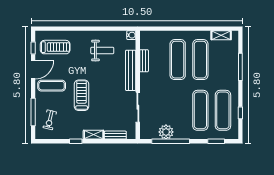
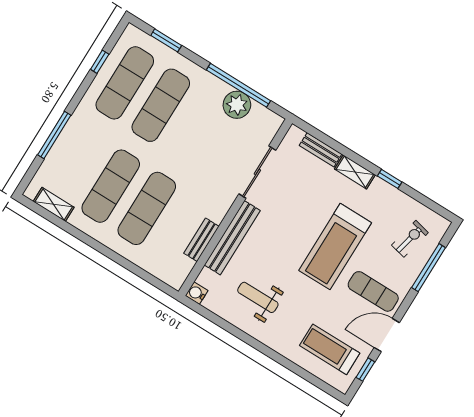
treadmill: (82, 95) -> (335, 247), width x1.37, depth x1.38

